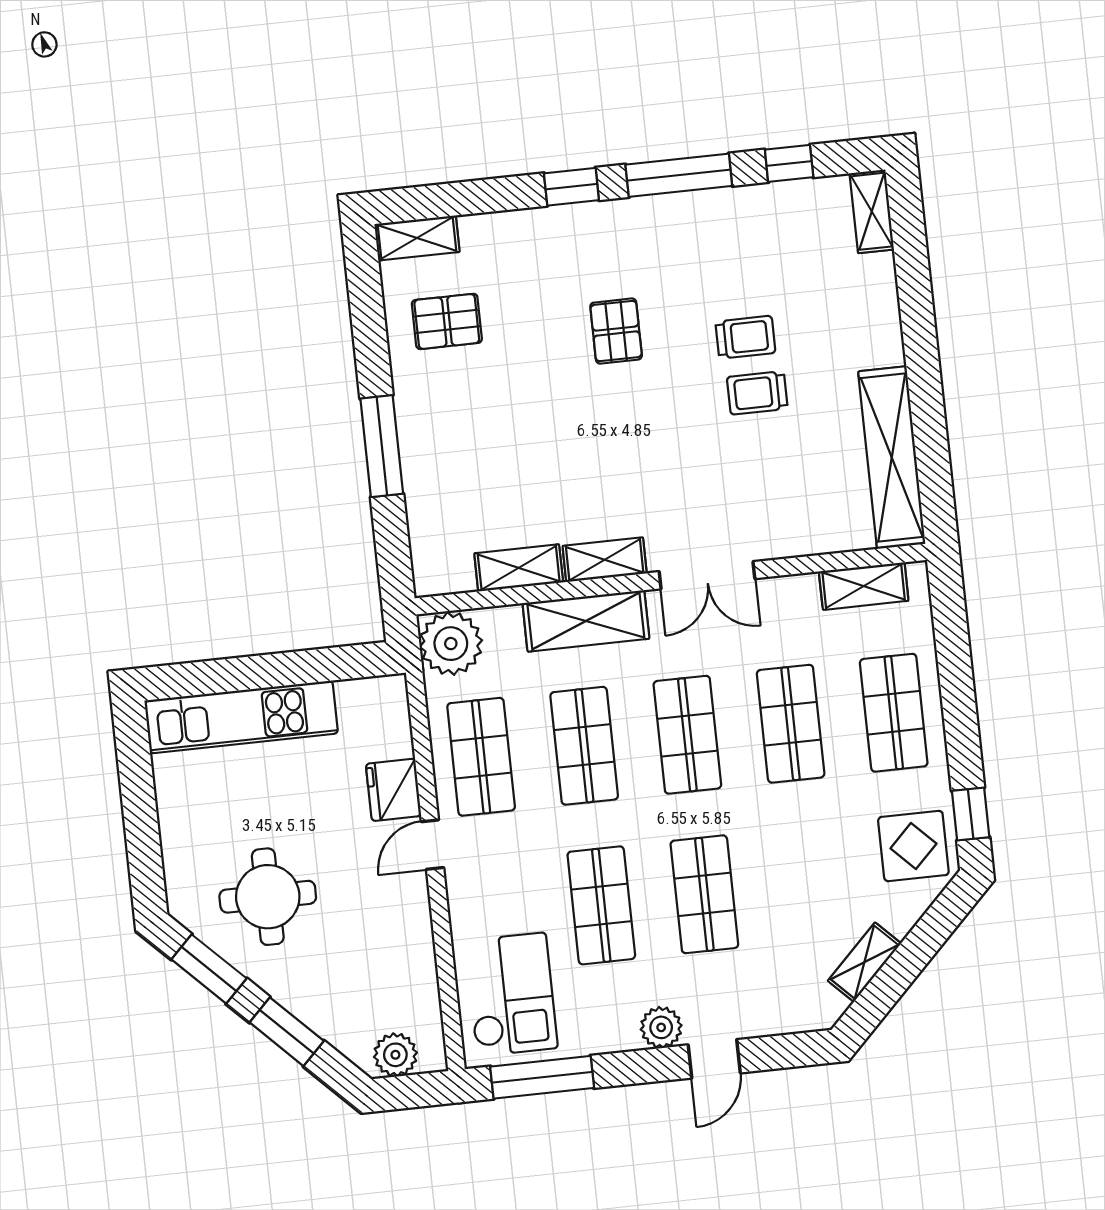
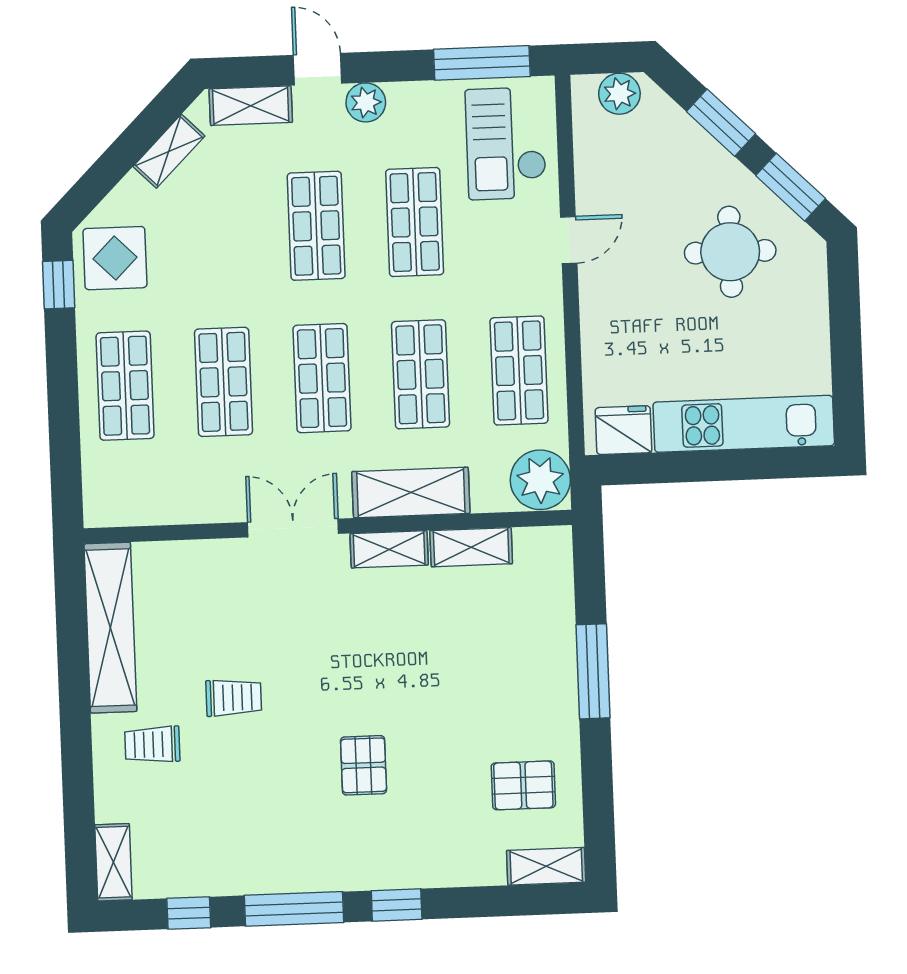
trolley: (745, 337) -> (152, 744), moved
shelving: (864, 586) -> (251, 106), moved
fridge: (393, 790) -> (624, 430), moved, turned -90
door: (432, 845) -> (569, 240), moved
door: (714, 1059) -> (317, 69), hinge flipped

